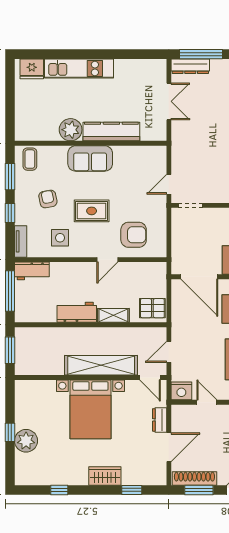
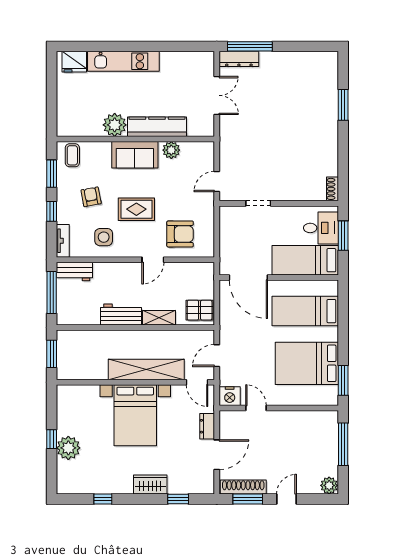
plant: (125, 154) -> (171, 150), added
doorway: (190, 205) -> (258, 203), moved

